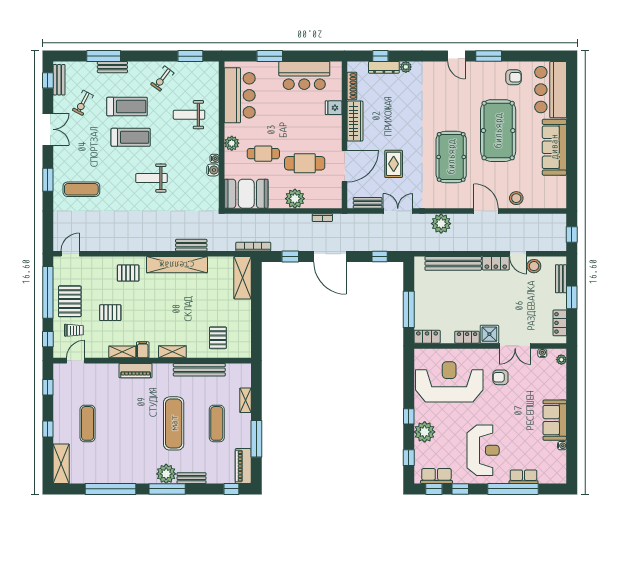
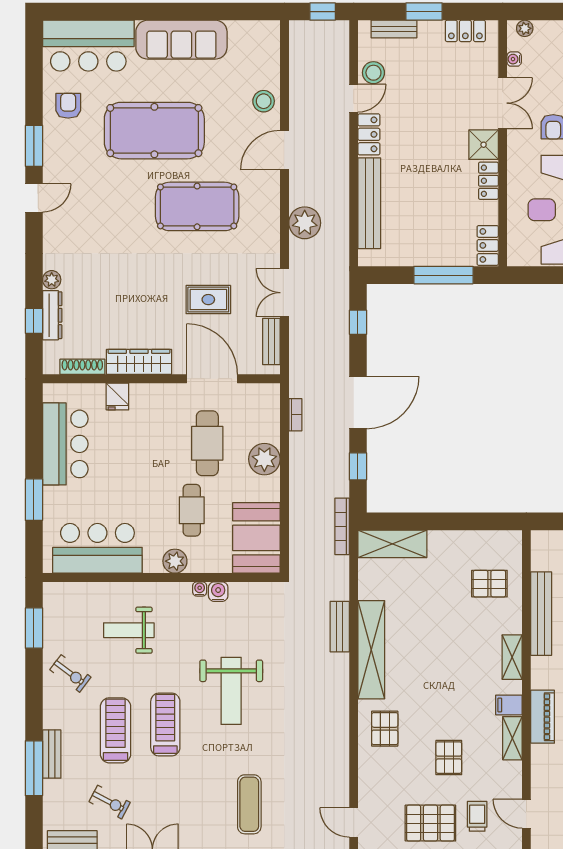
weight bench: (189, 115) -> (129, 630), turned 90
weight bench: (151, 178) -> (231, 691), width x1.36, depth x1.33

